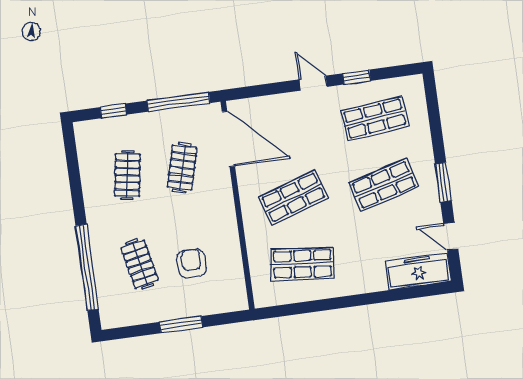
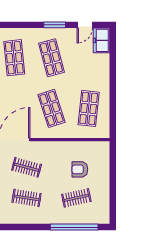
freezer: (418, 271) -> (102, 40), width x0.71
window: (181, 325) -> (113, 180), removed

